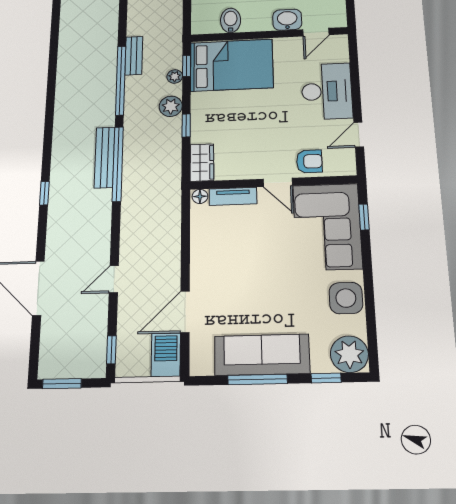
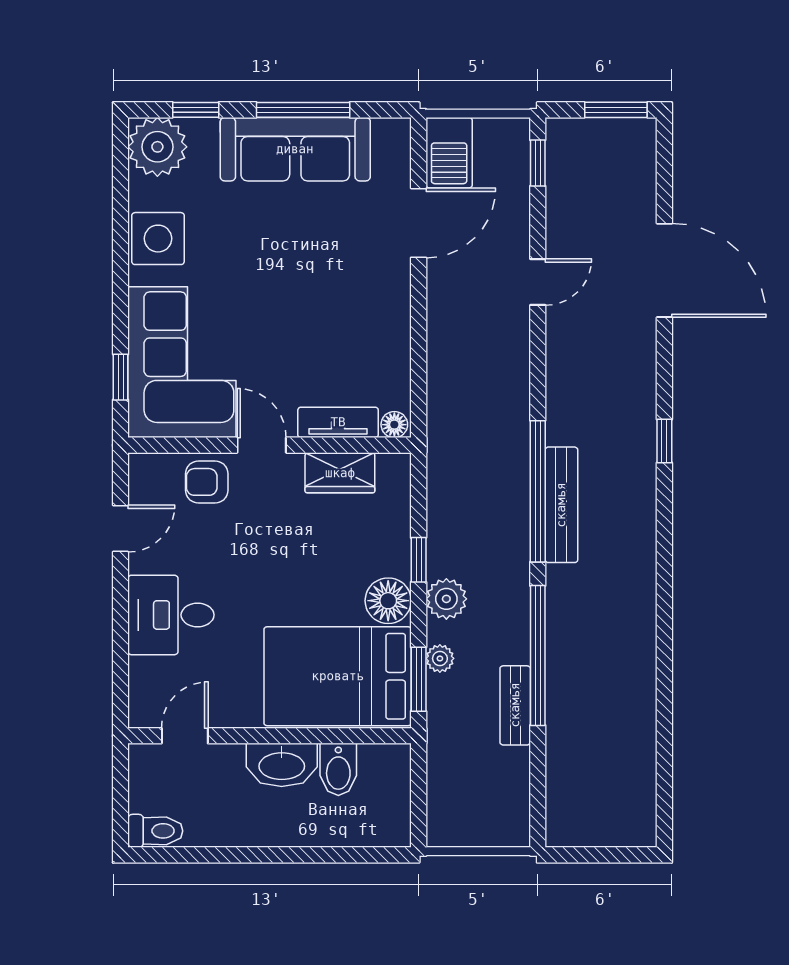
washbasin: (287, 20) -> (282, 765), moved, width x1.38
window: (187, 66) -> (419, 679), width x1.50
desk: (327, 91) -> (171, 615), width x0.73
floor lamp: (203, 104) -> (388, 601), added
wardrobe: (202, 163) -> (340, 473), moved, turned -90

